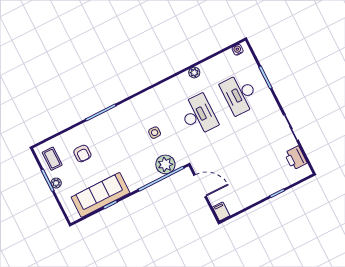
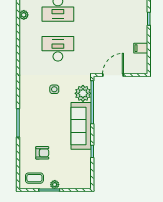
plant: (194, 73) -> (24, 15), moved
sofa: (101, 195) -> (81, 126), moved
filing cabinet: (221, 211) -> (141, 48), moved

